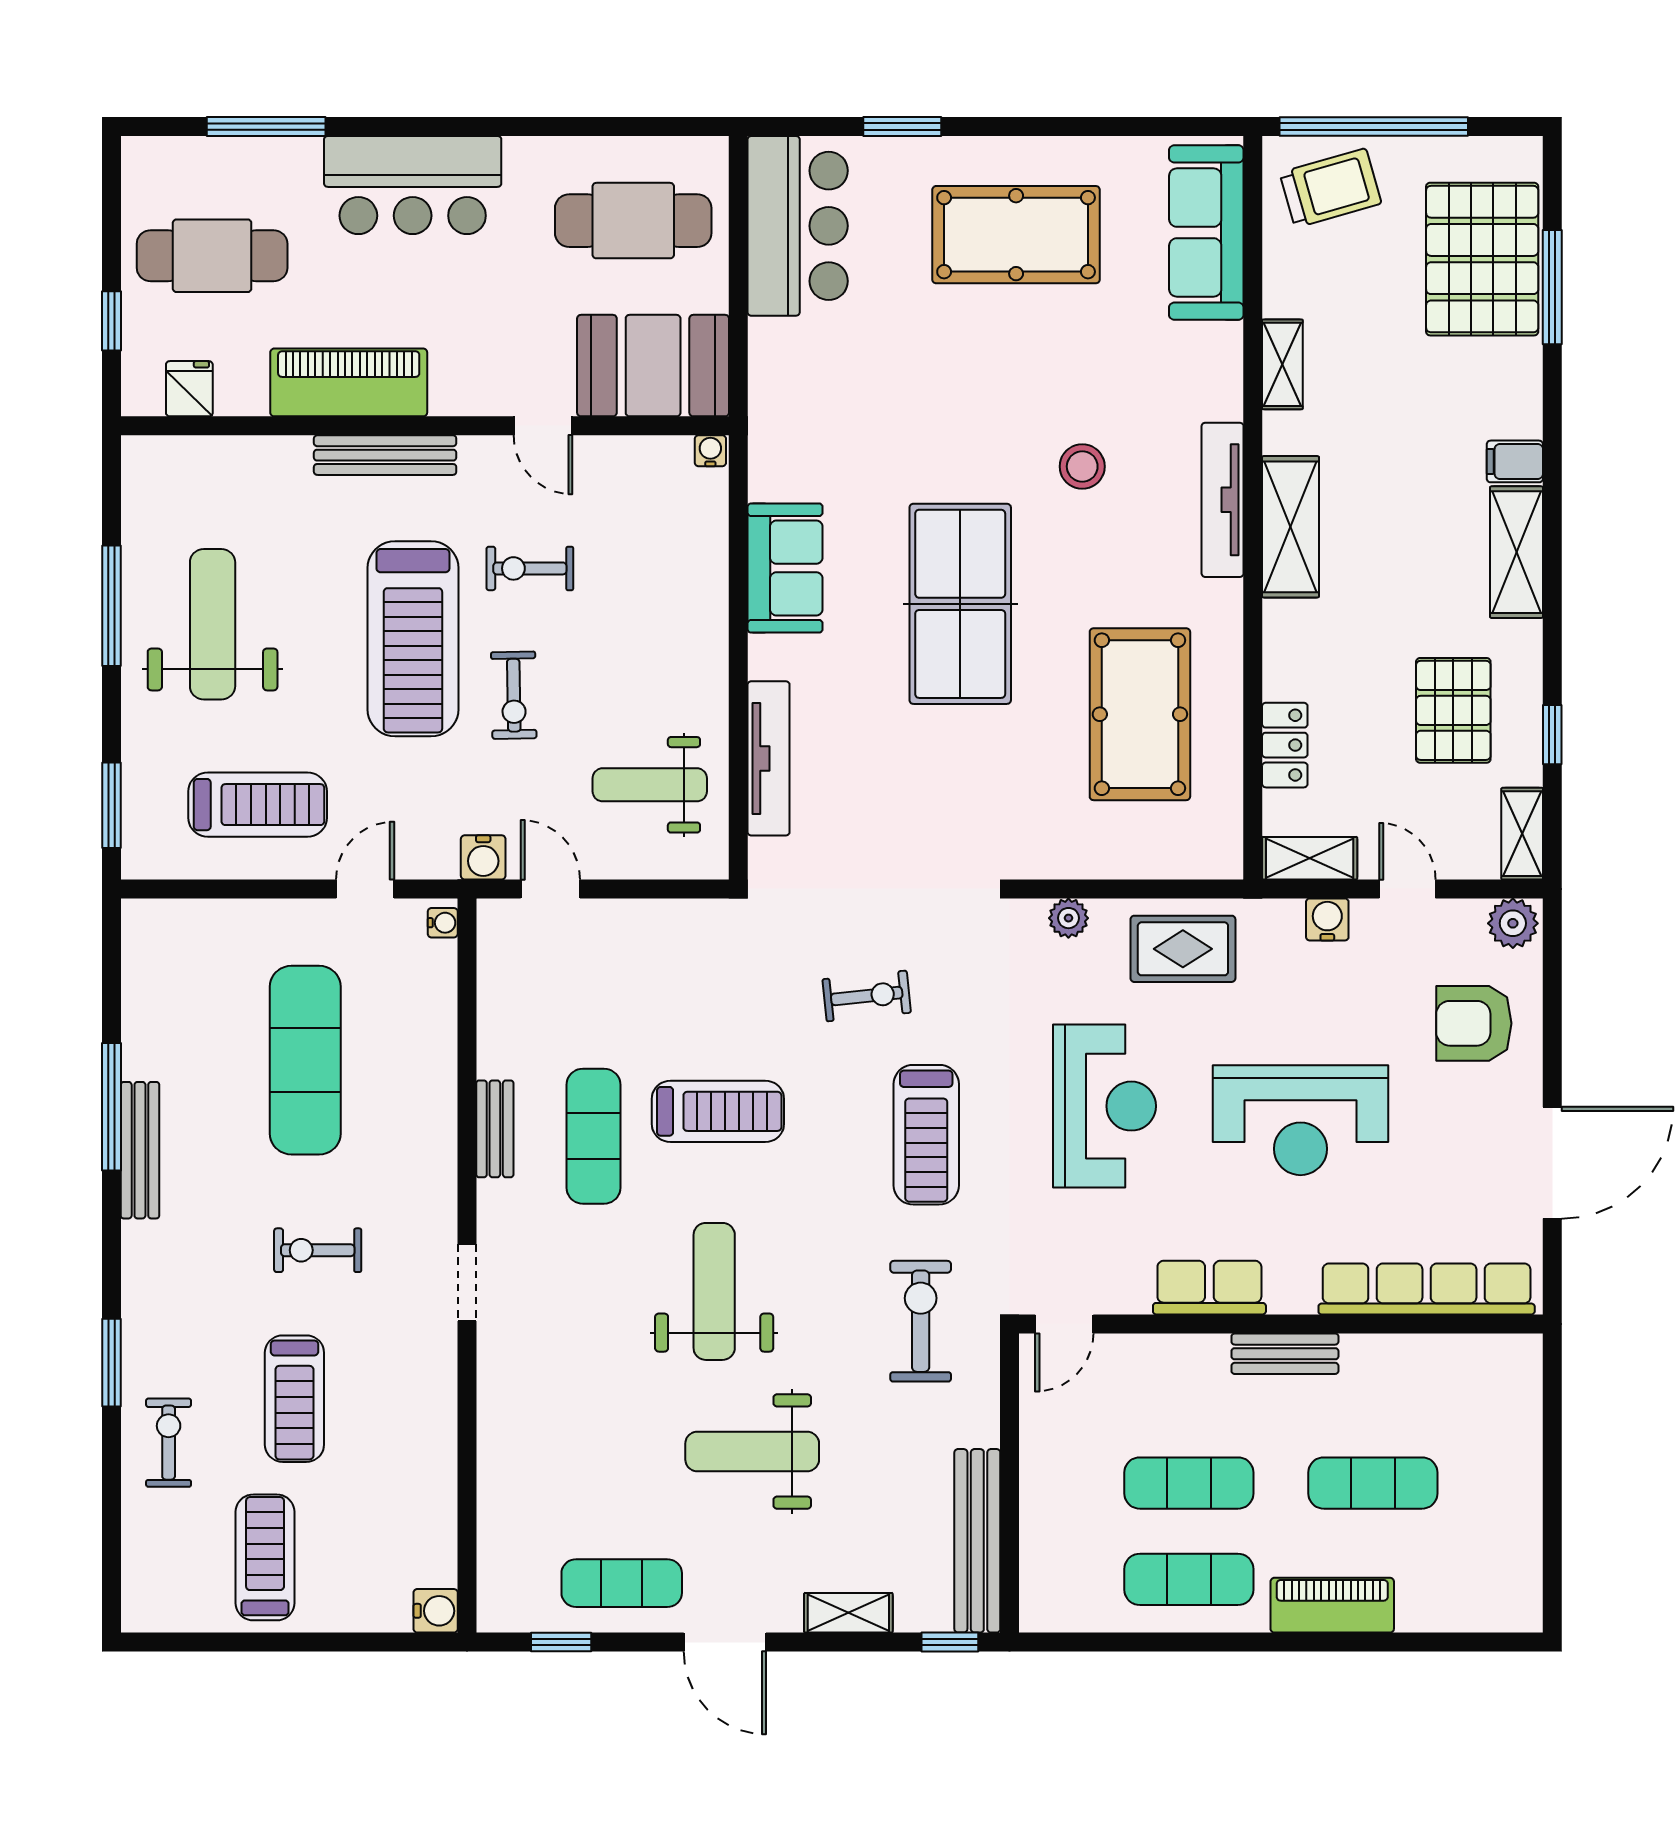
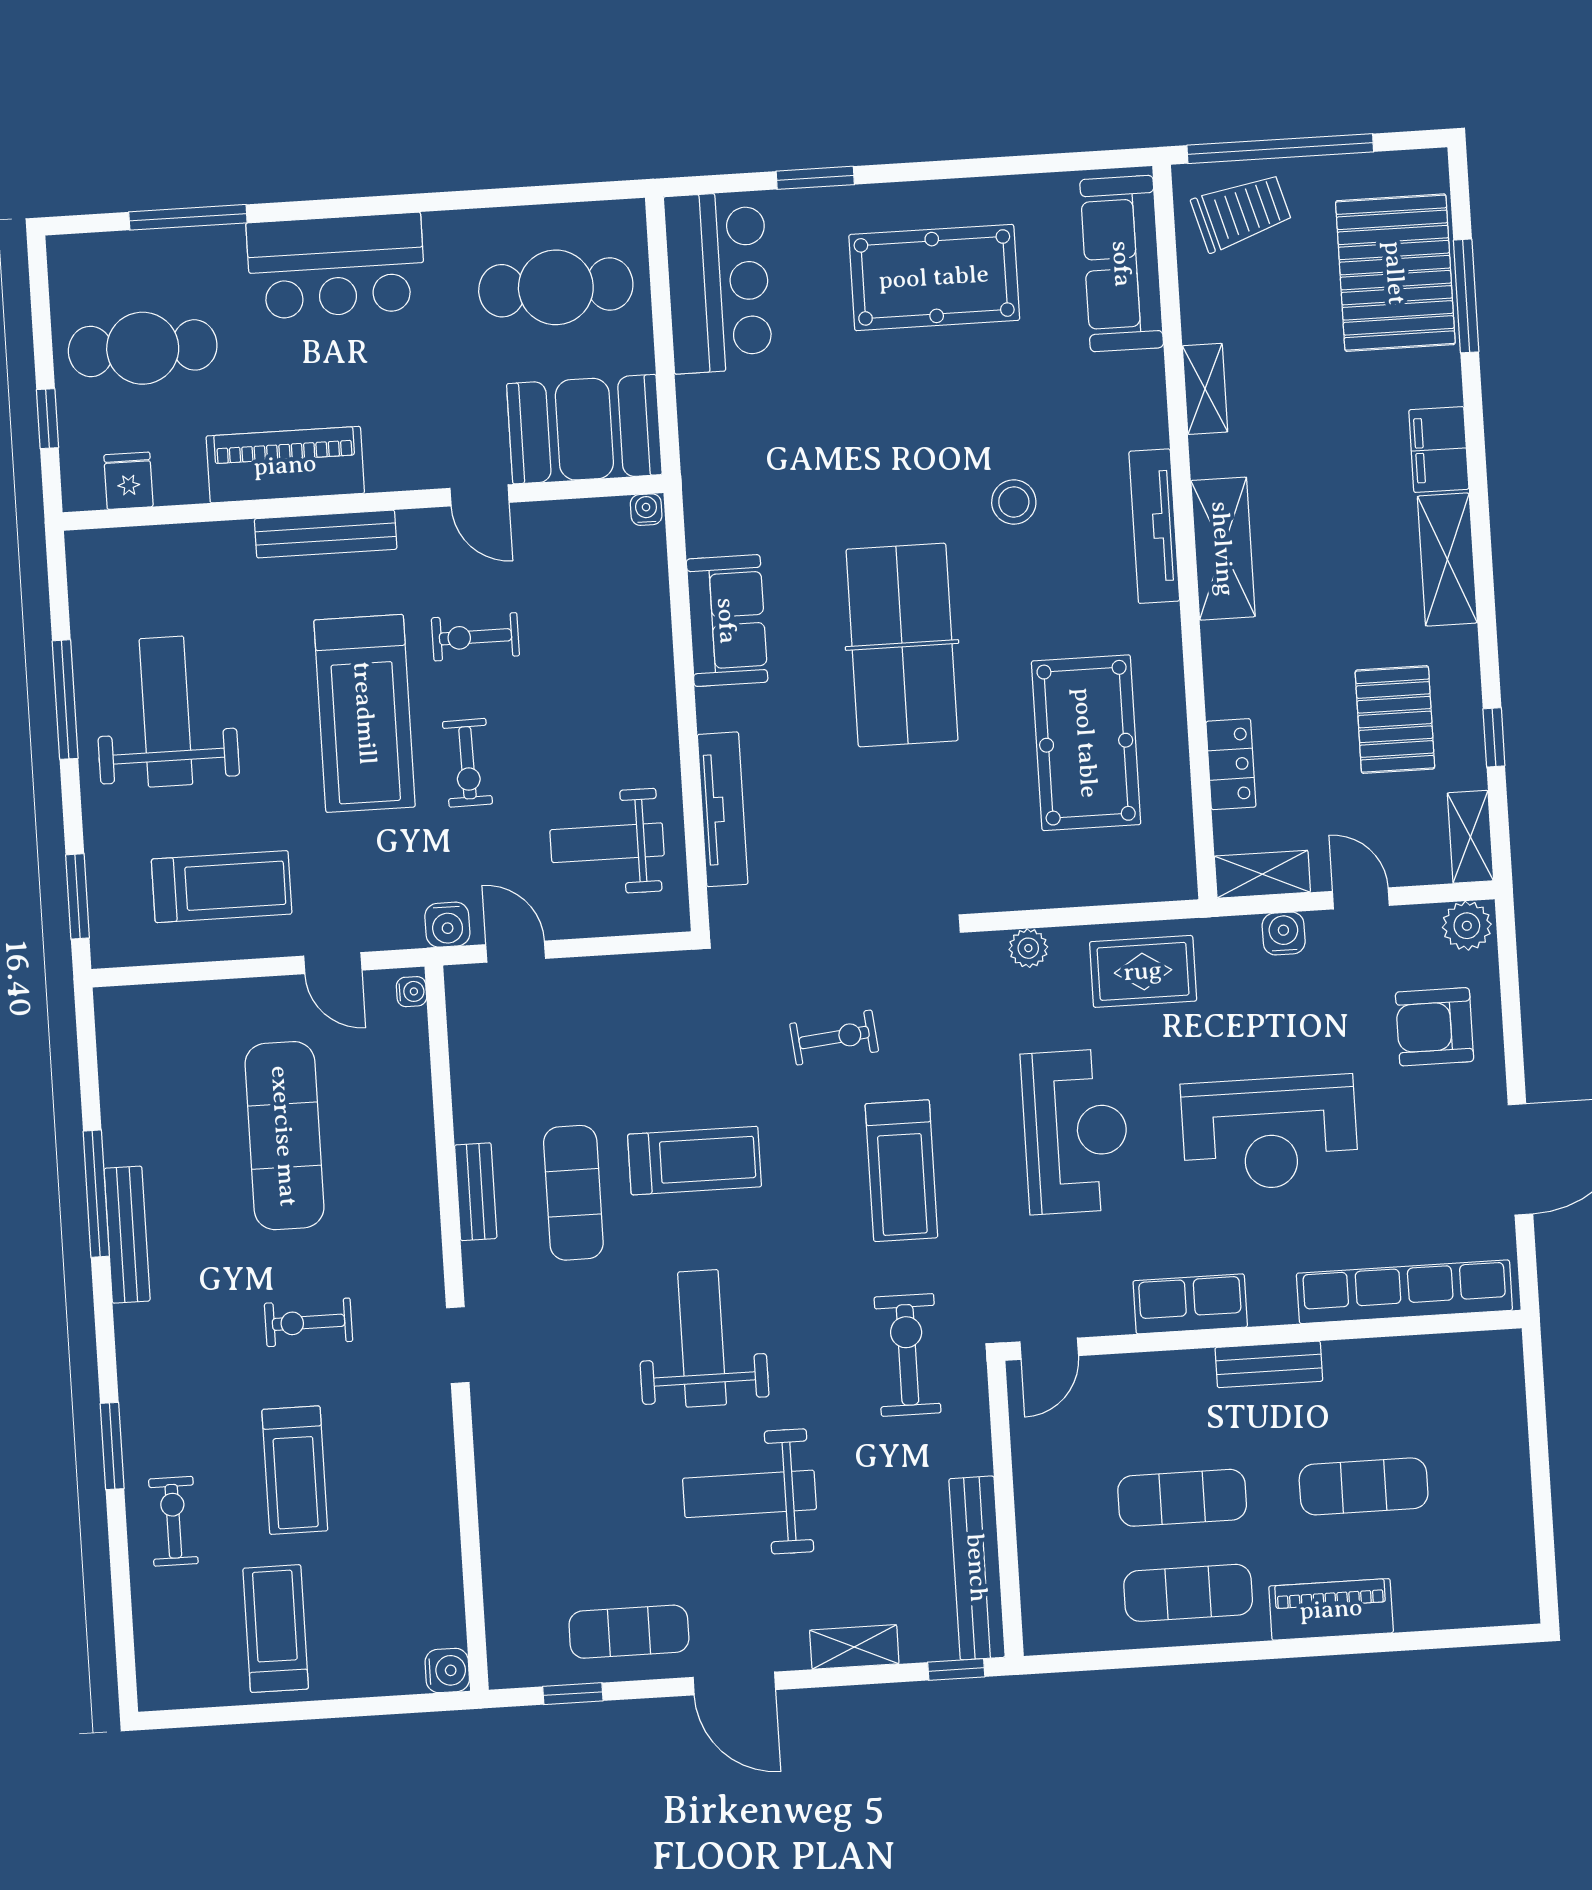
filing cabinet: (1515, 461) -> (1439, 449), width x2.00
door: (365, 889) -> (333, 963), swing flipped

